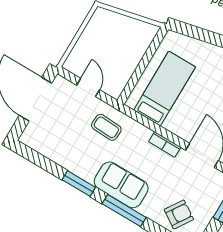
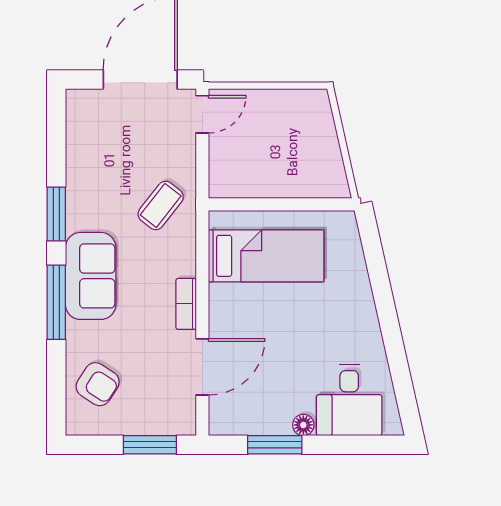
door: (88, 87) -> (202, 114), moved
coffee table: (106, 127) -> (161, 205), turned 35

